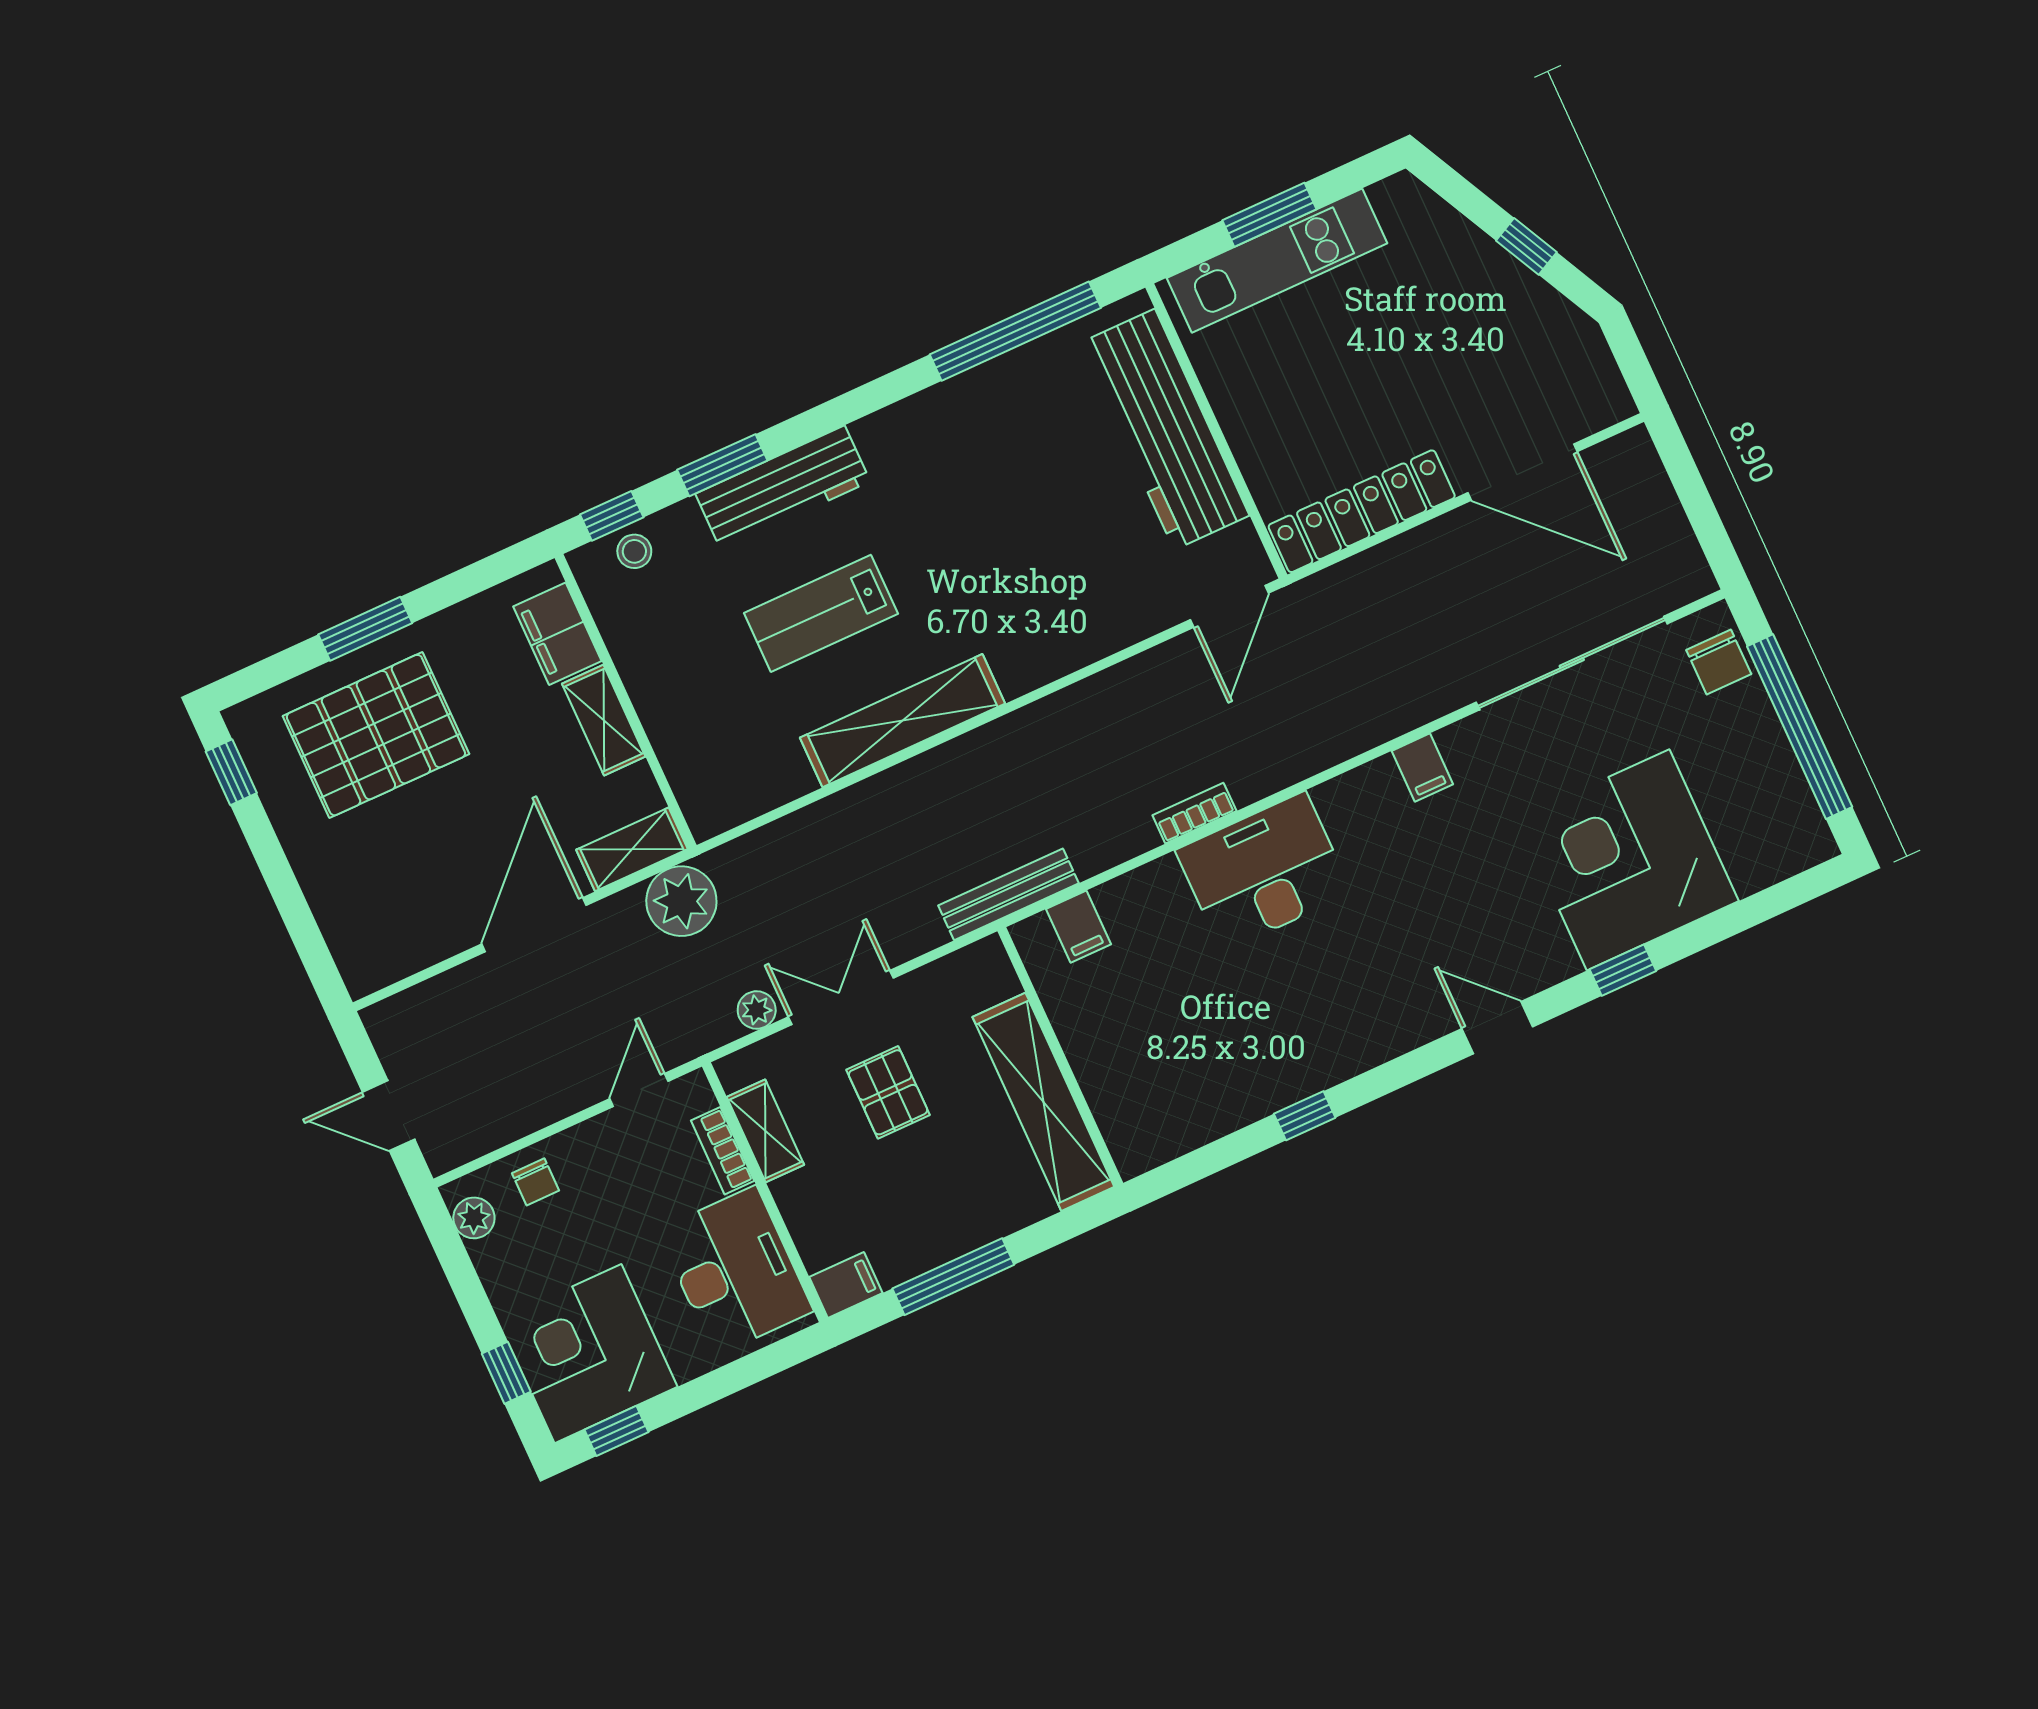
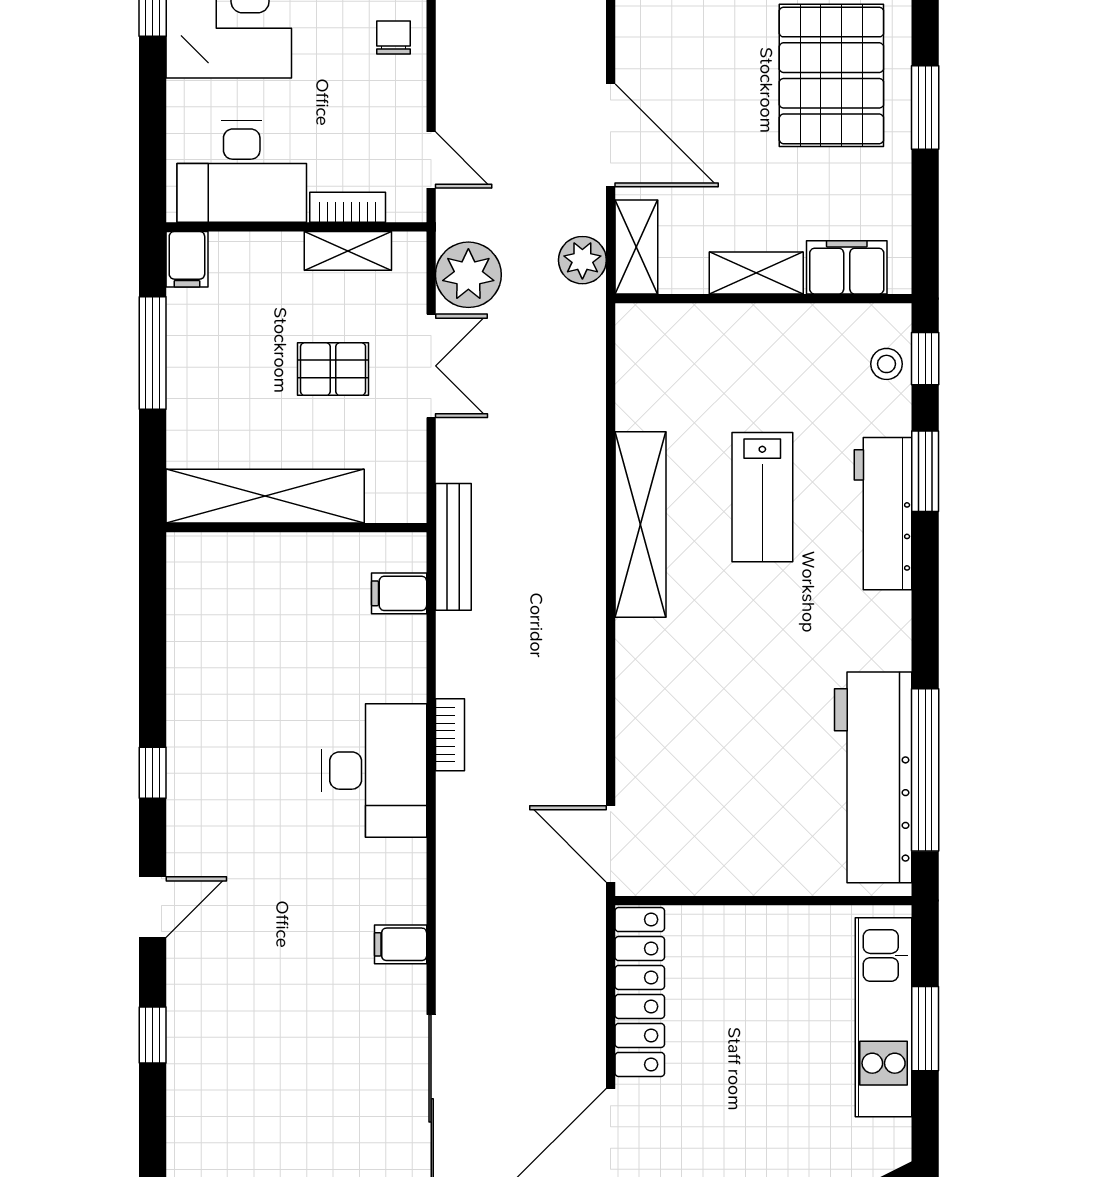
workbench: (1165, 429) -> (873, 777), moved, turned -90
lab bench: (821, 613) -> (762, 497), turned 180
corner desk: (1628, 860) -> (243, 1082), removed
plant: (681, 901) -> (582, 260), width x0.73, depth x0.73
plant: (757, 1010) -> (468, 275), width x1.87, depth x1.87
window: (1305, 1116) -> (153, 773), moved
chair: (535, 1182) -> (394, 38), turned 90

